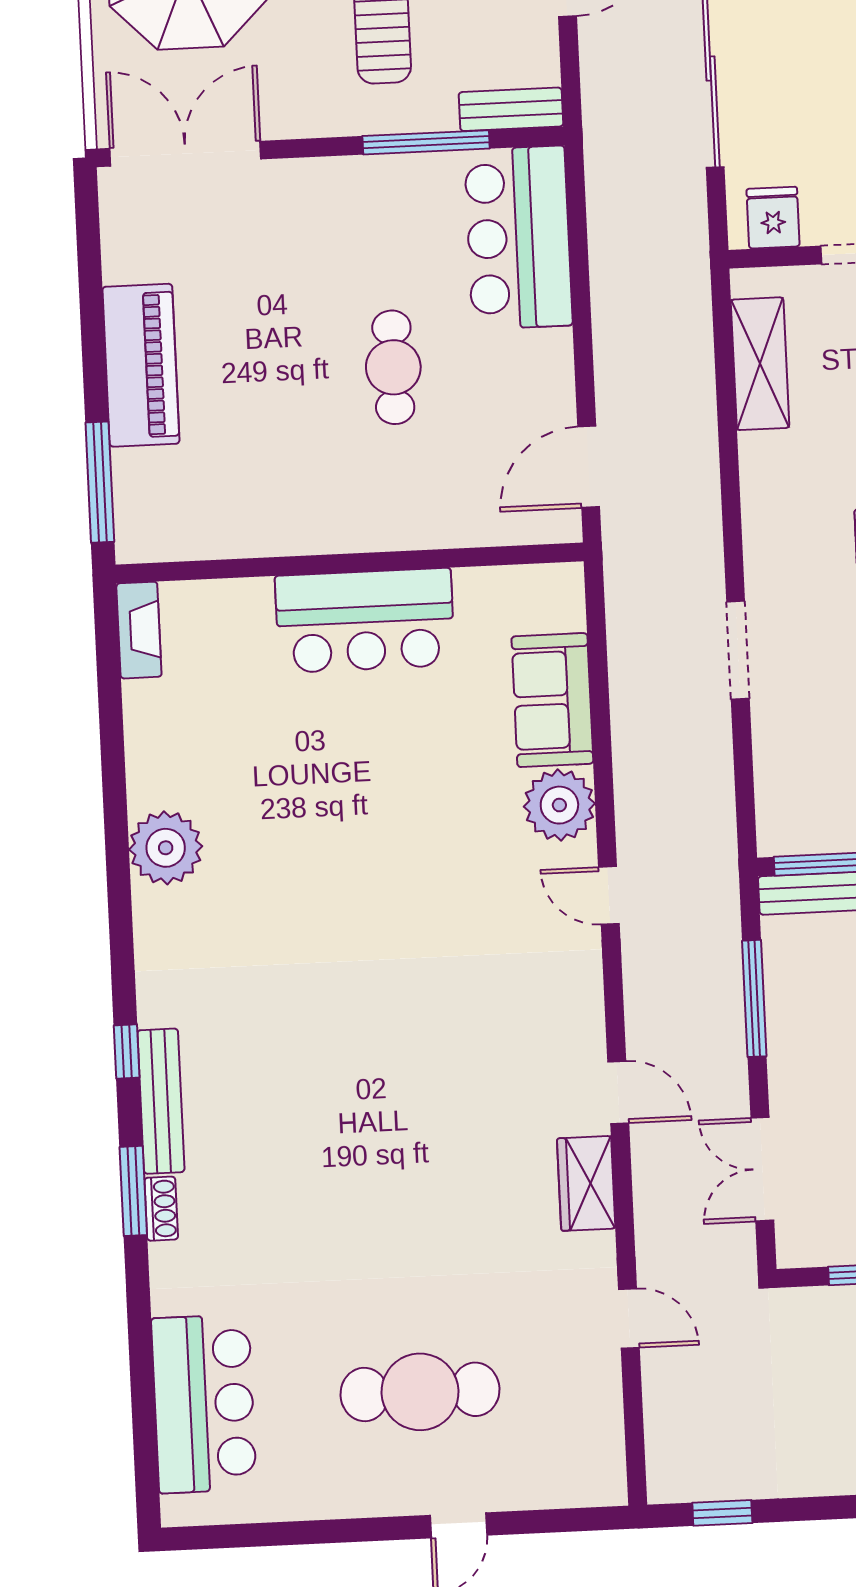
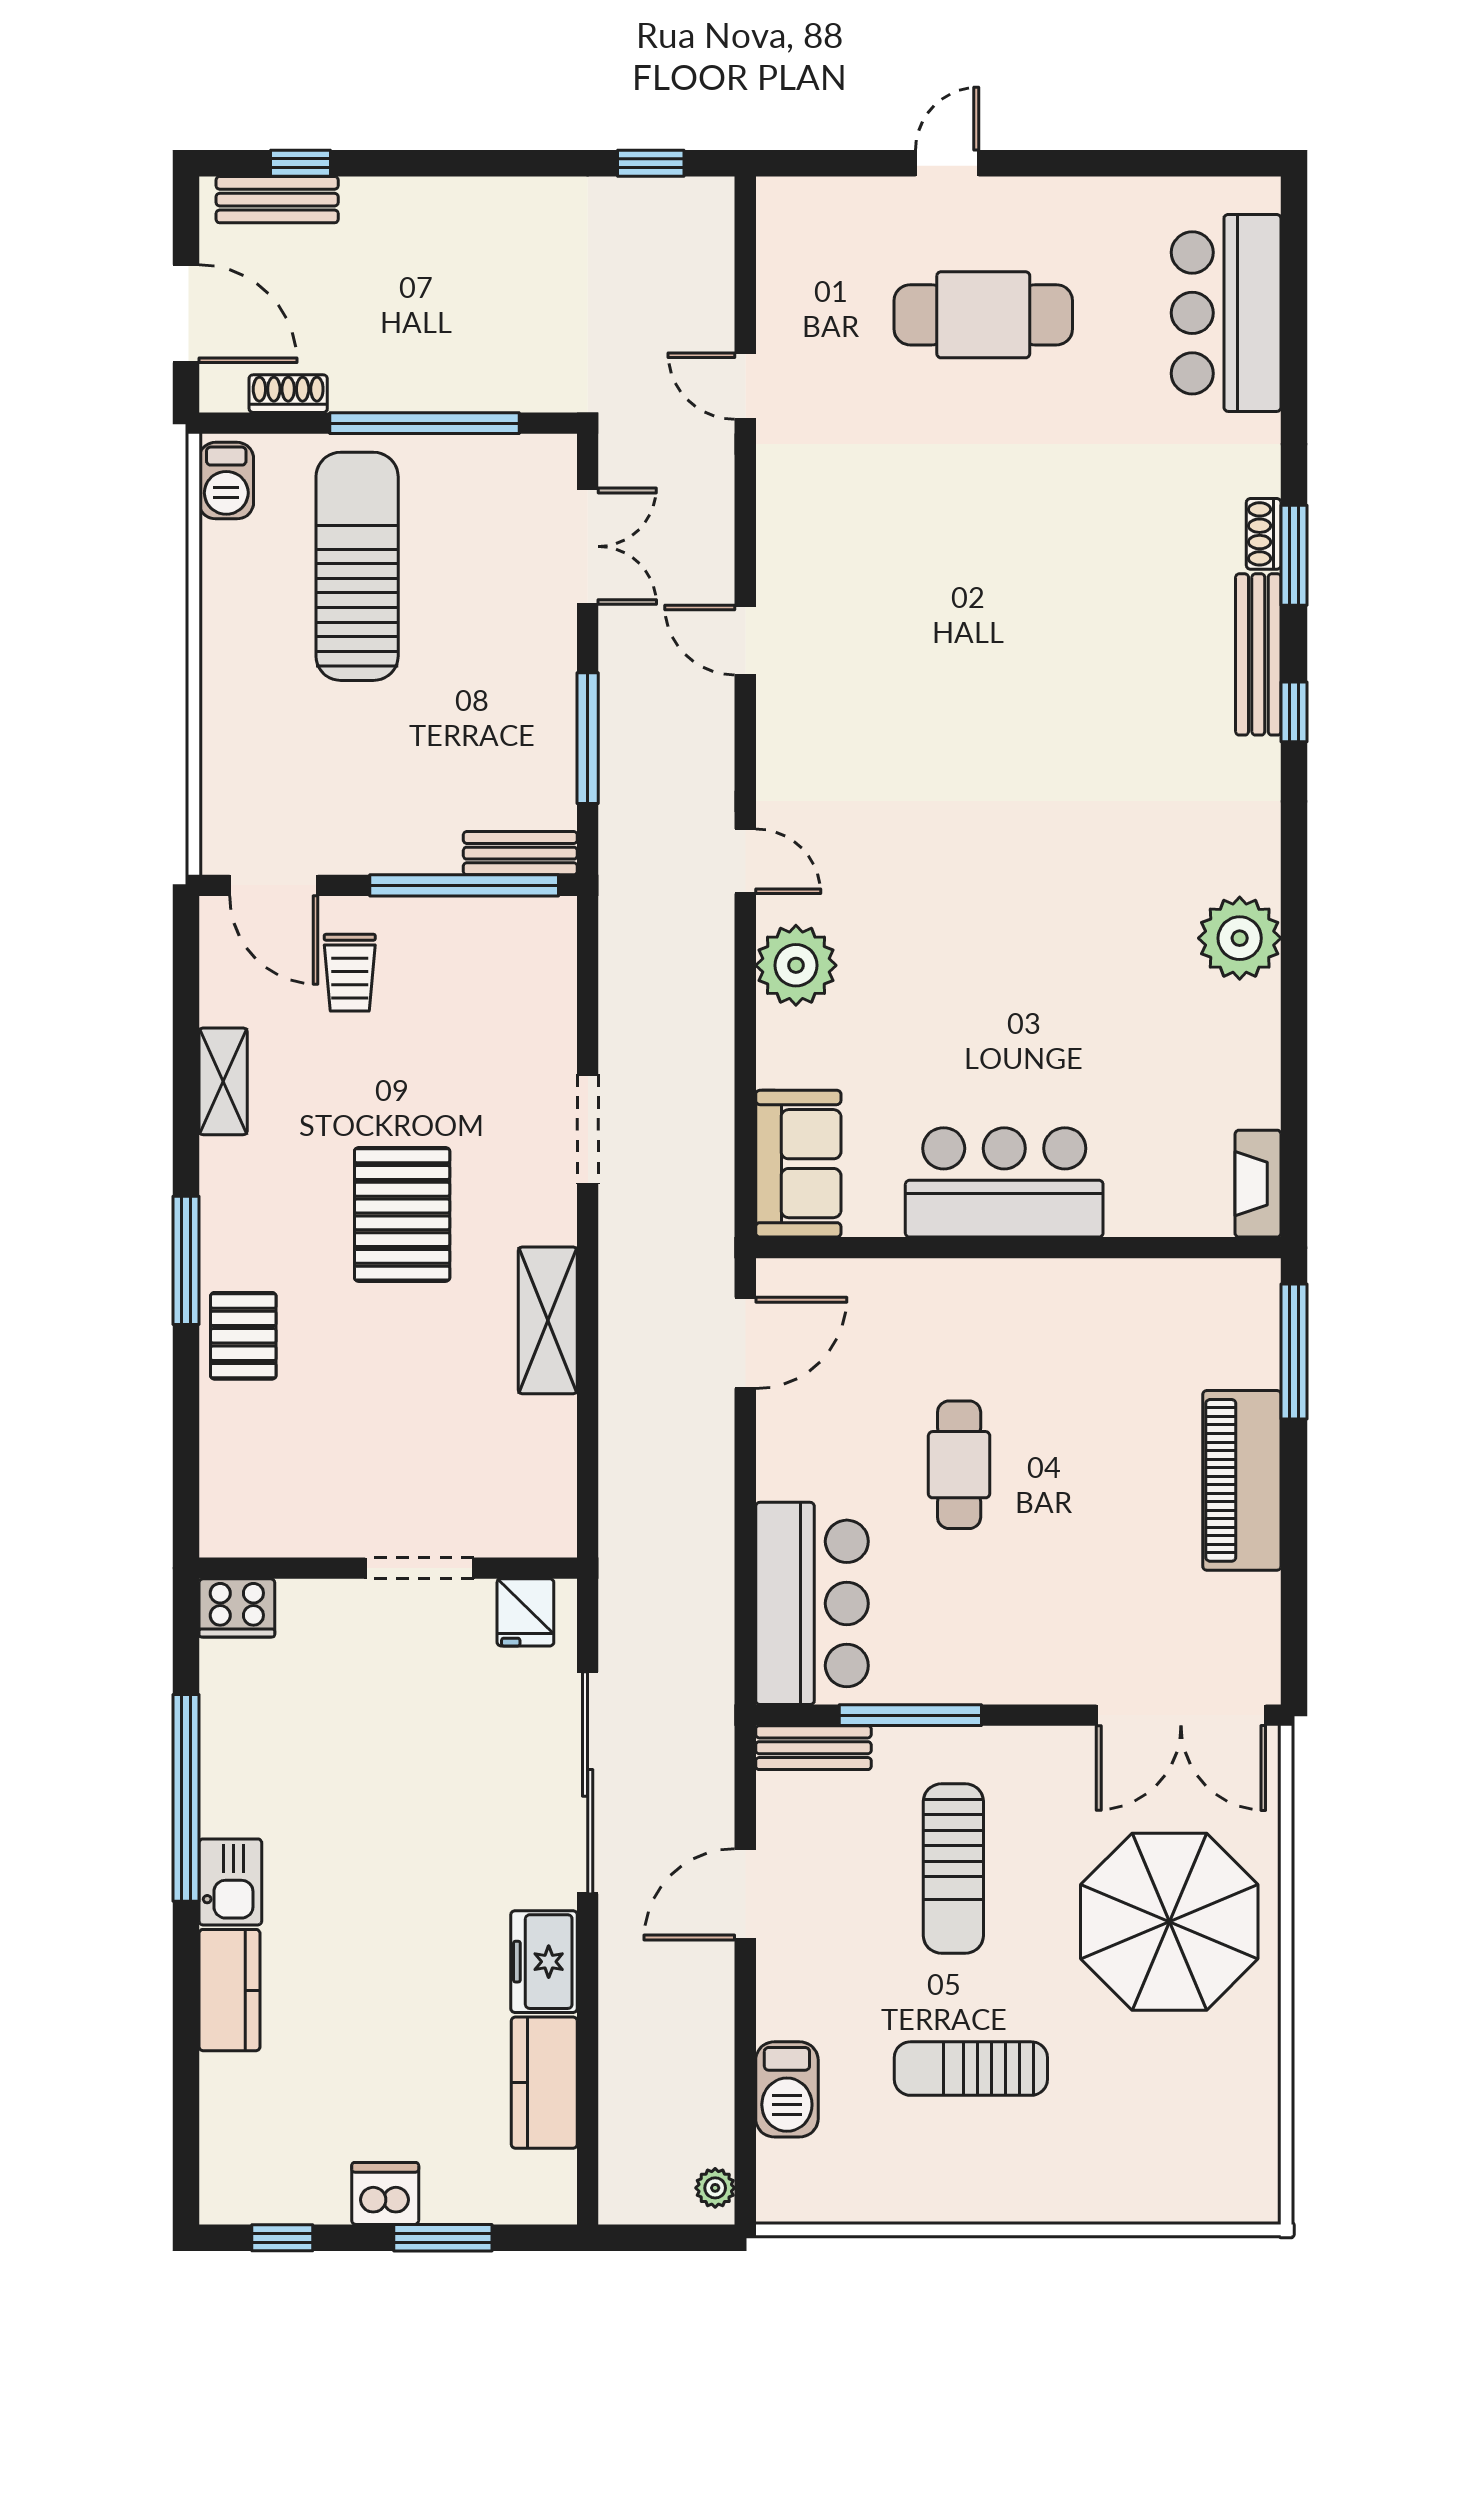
shelving: (760, 364) -> (548, 1320), moved
sofa: (552, 700) -> (798, 1164), moved
wardrobe: (586, 1183) -> (786, 540), removed

